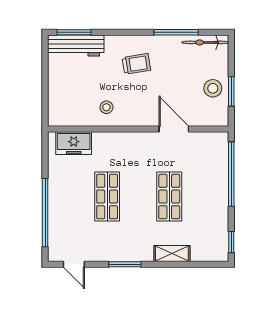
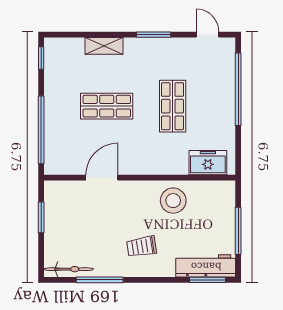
window: (45, 79) -> (238, 231), added
stool: (213, 88) -> (61, 221), removed
stool: (106, 107) -> (173, 201), width x1.89, depth x1.89
door: (174, 129) -> (102, 178), swing flipped
shop shelf: (169, 197) -> (107, 106), turned 90

